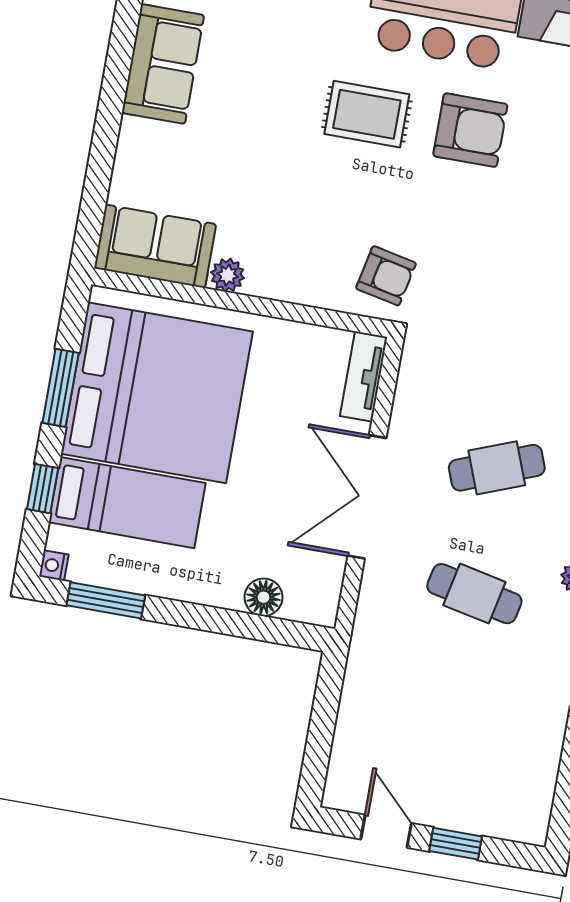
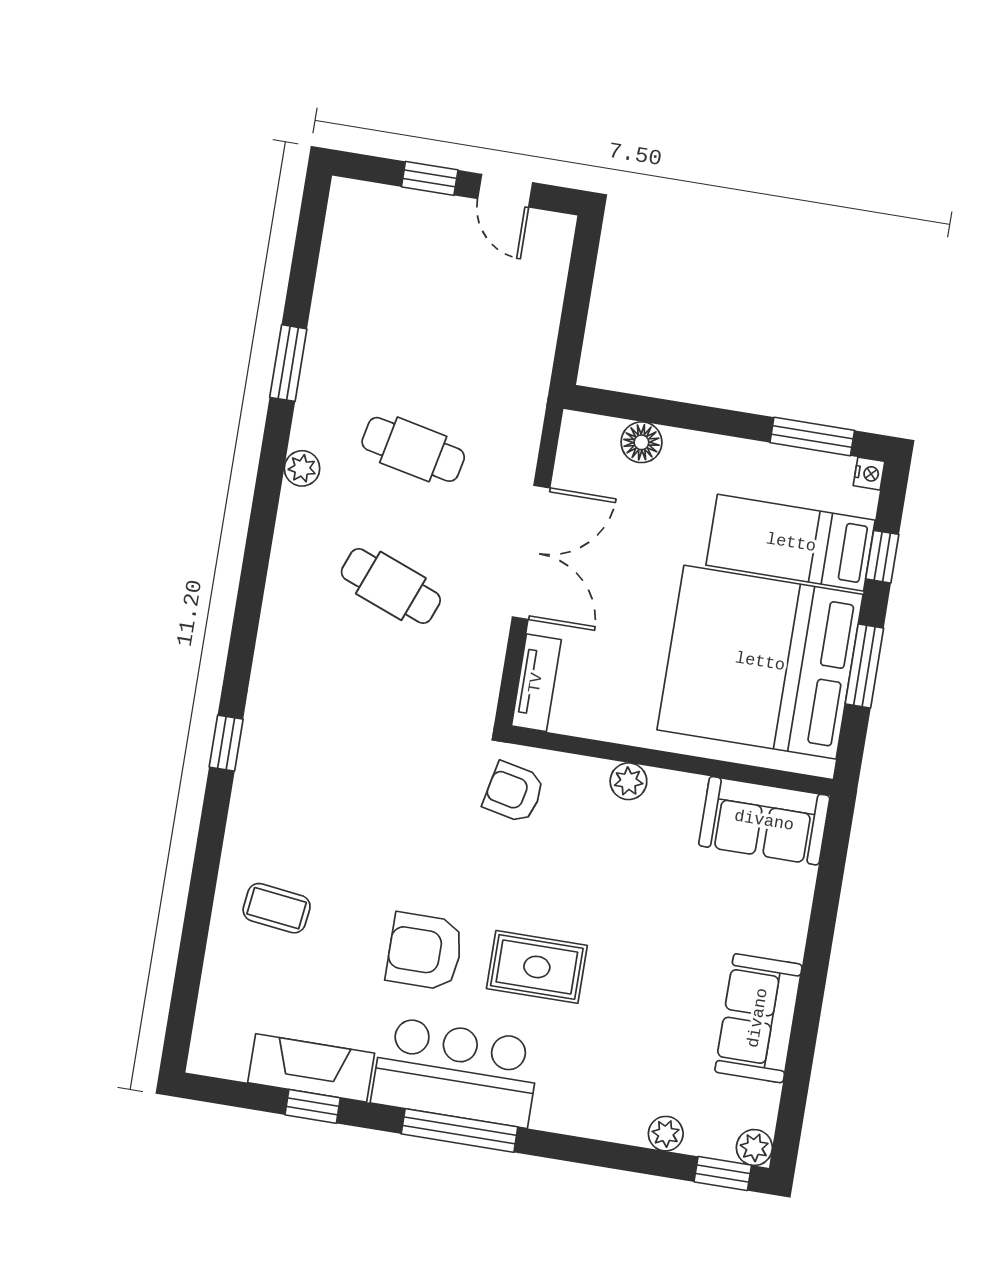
plant: (228, 275) -> (628, 781), moved
cafe table: (497, 468) -> (391, 586), turned 42

